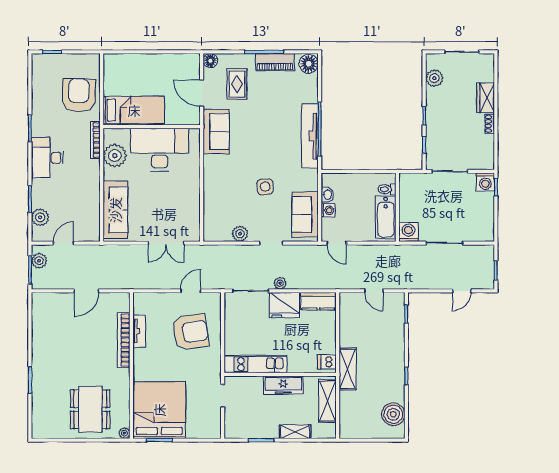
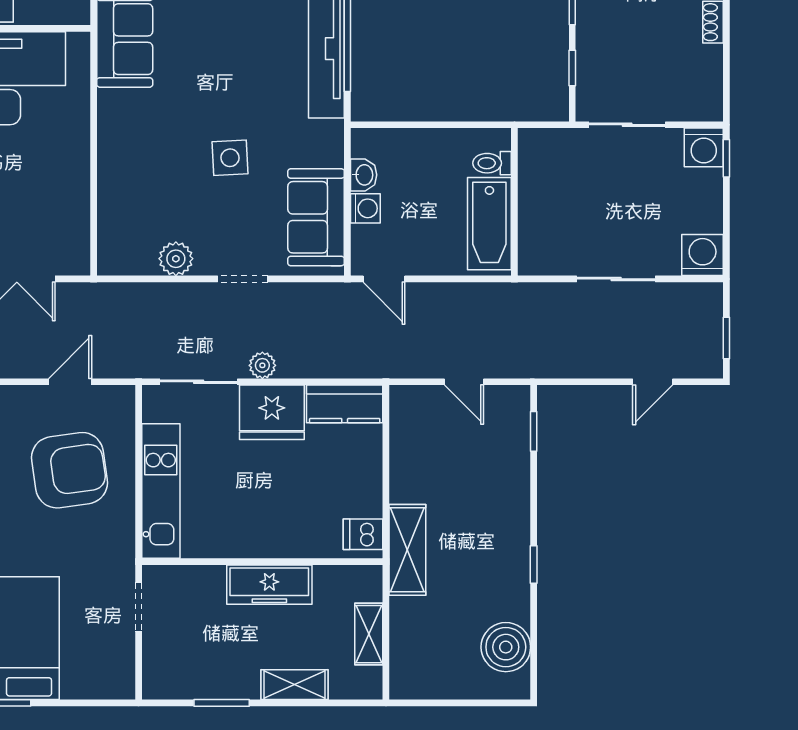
washing machine: (408, 232) -> (703, 255), moved
kitchen unit: (255, 364) -> (161, 491), moved, turned 90
shelving: (327, 401) -> (369, 634), width x0.67, depth x0.75

